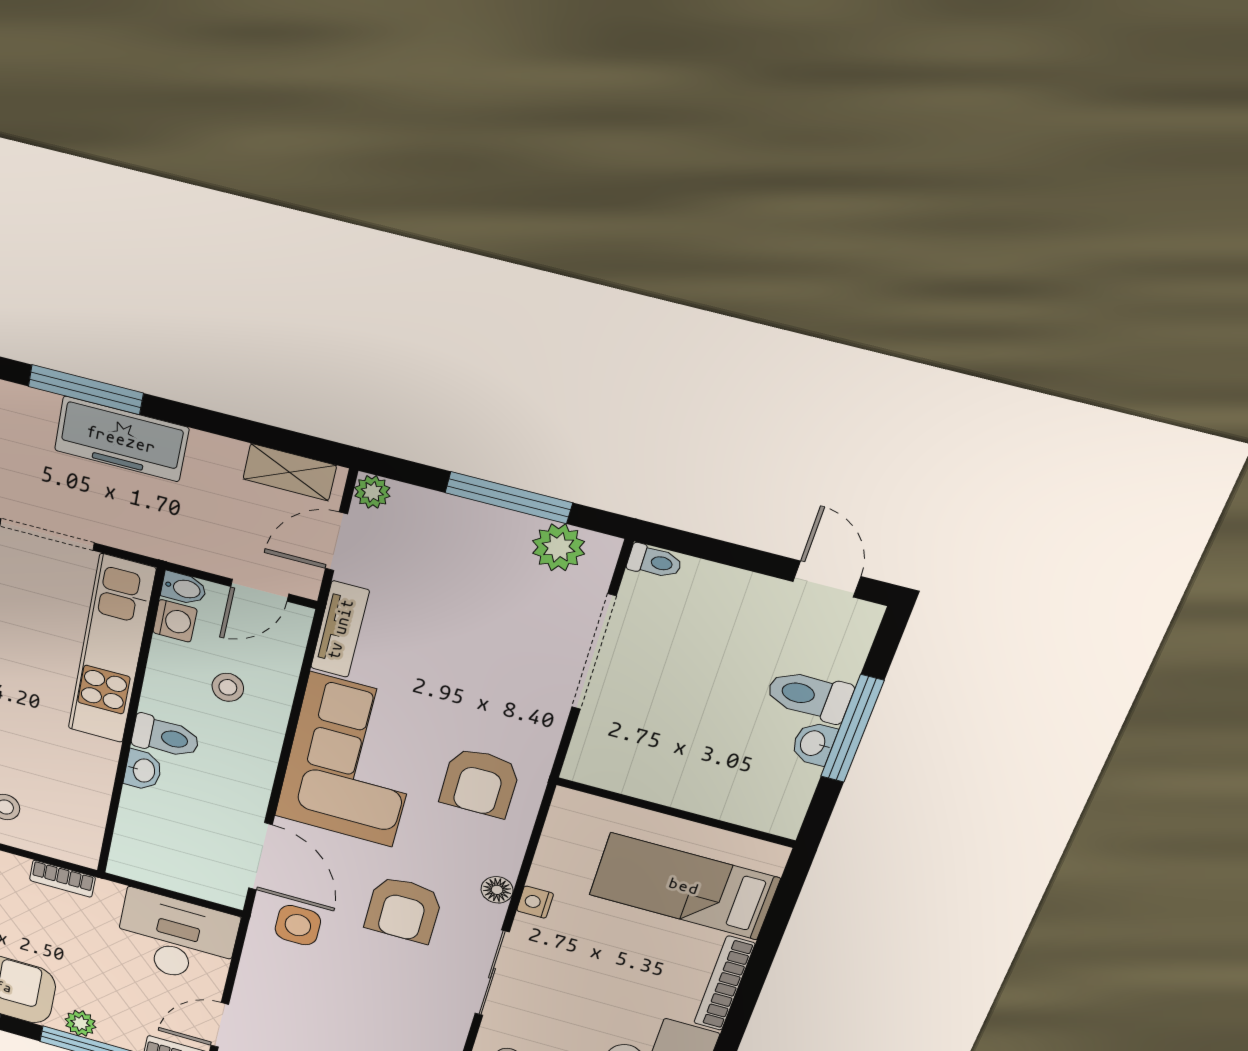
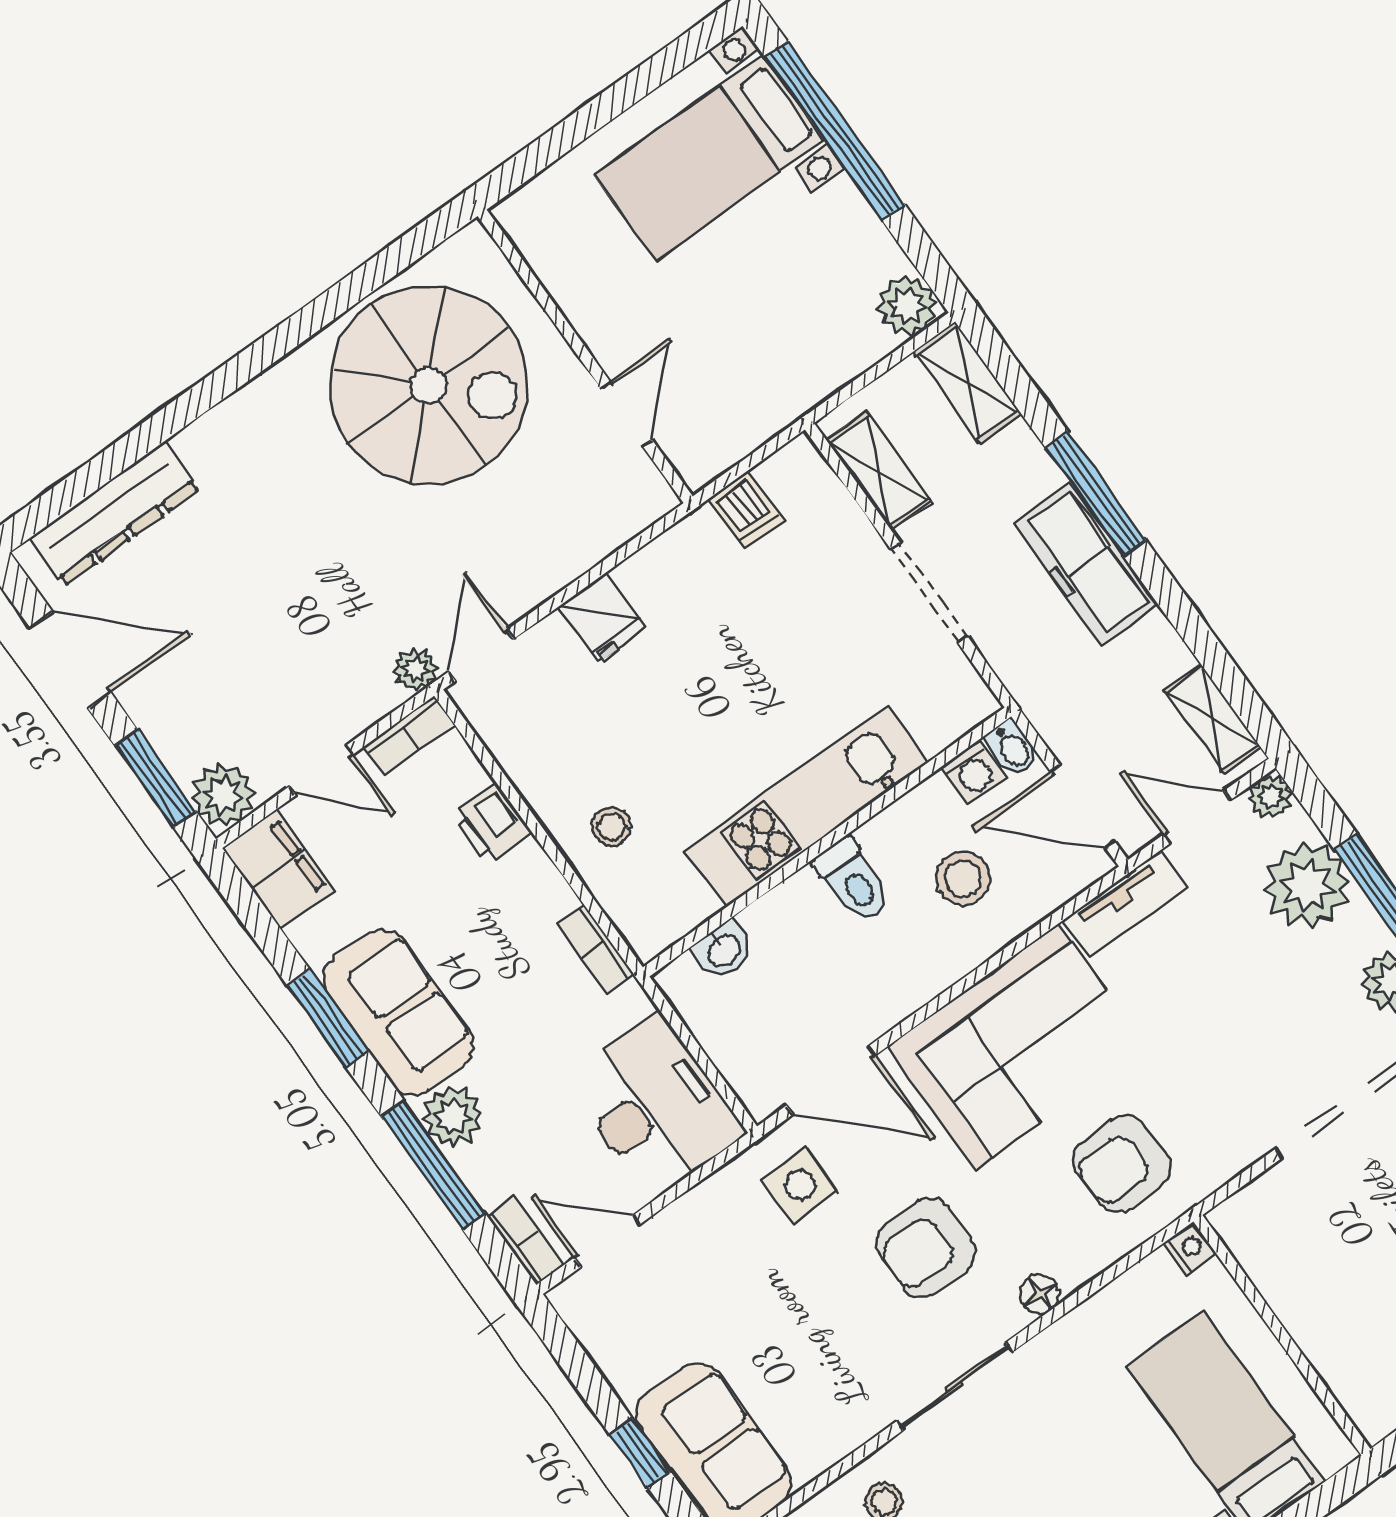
plant: (447, 529) -> (1307, 885), added
door: (260, 590) -> (1083, 807), width x1.38
kitchen unit: (111, 650) -> (807, 806), moved
stool: (228, 687) -> (963, 878), width x1.37, depth x1.37
washbasin: (143, 770) -> (723, 950), moved
door: (260, 857) -> (831, 1080), hinge flipped
nightstand: (535, 902) -> (1190, 1248), moved, turned 90
plant: (80, 1023) -> (452, 1116), width x1.38, depth x1.38

